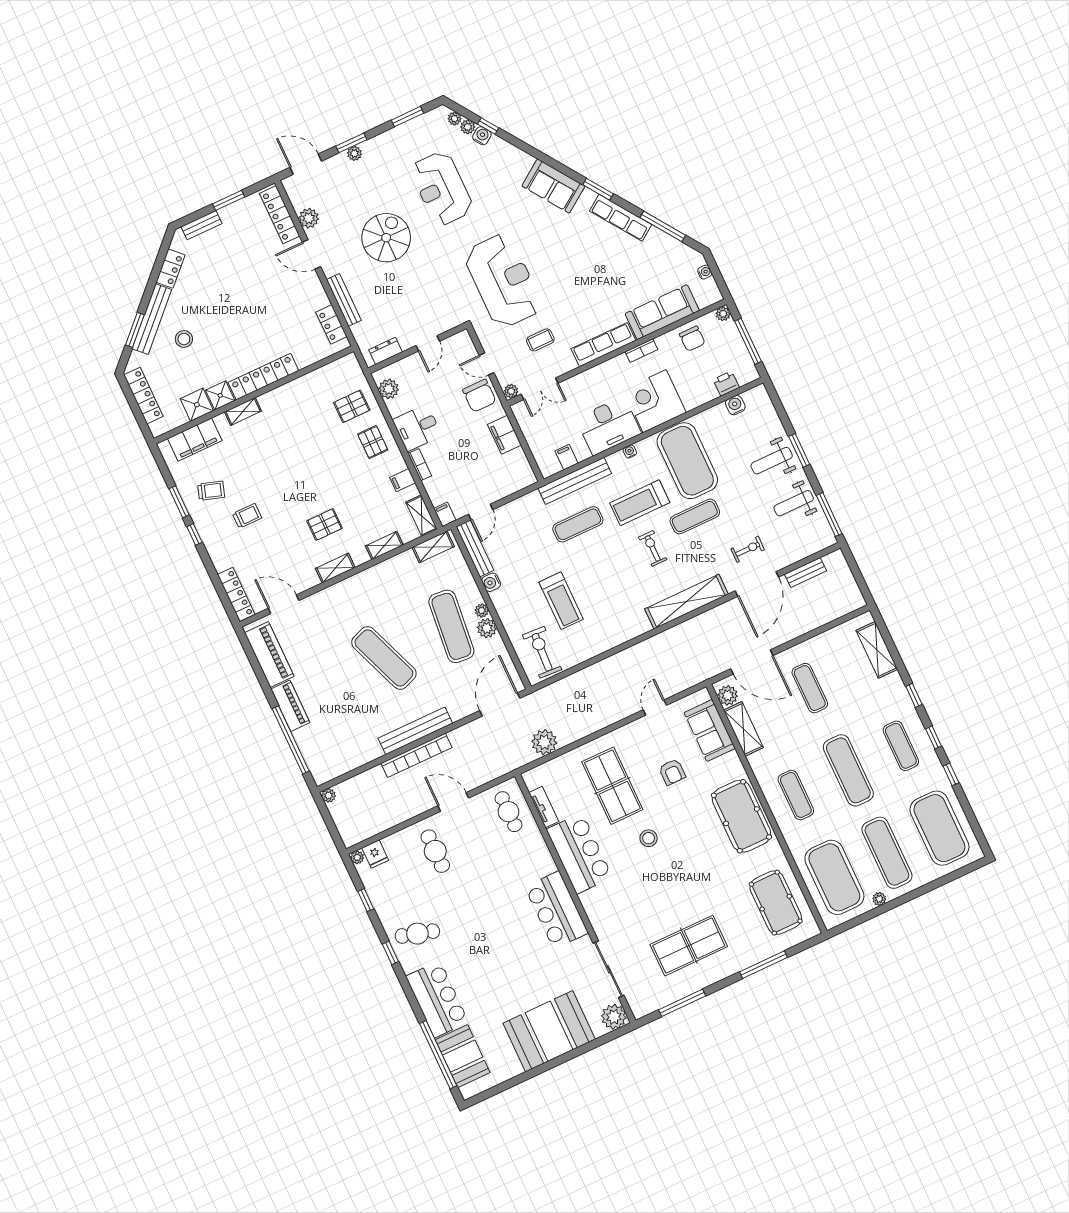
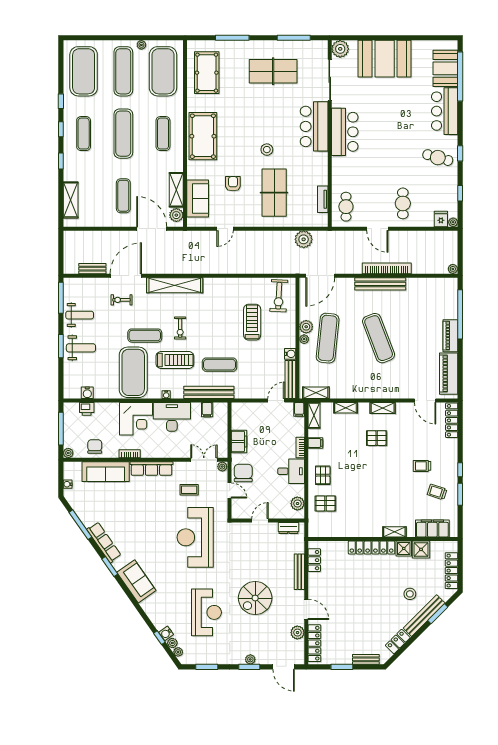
bar counter: (579, 853) -> (314, 126), moved

